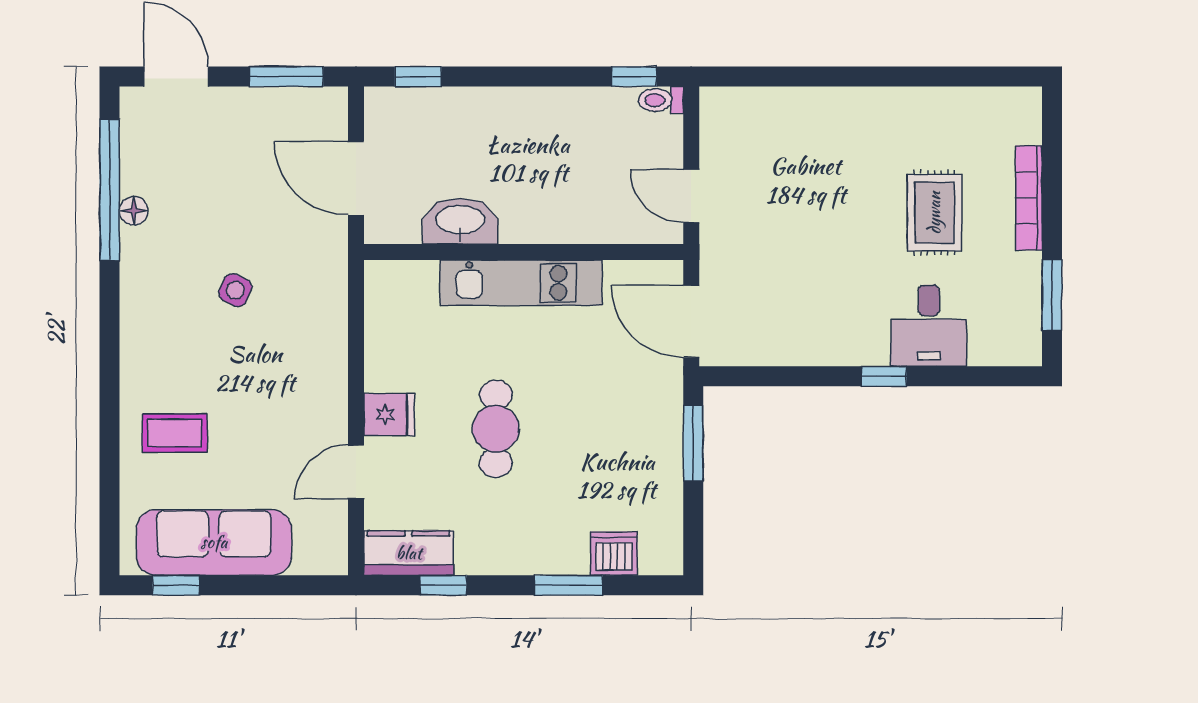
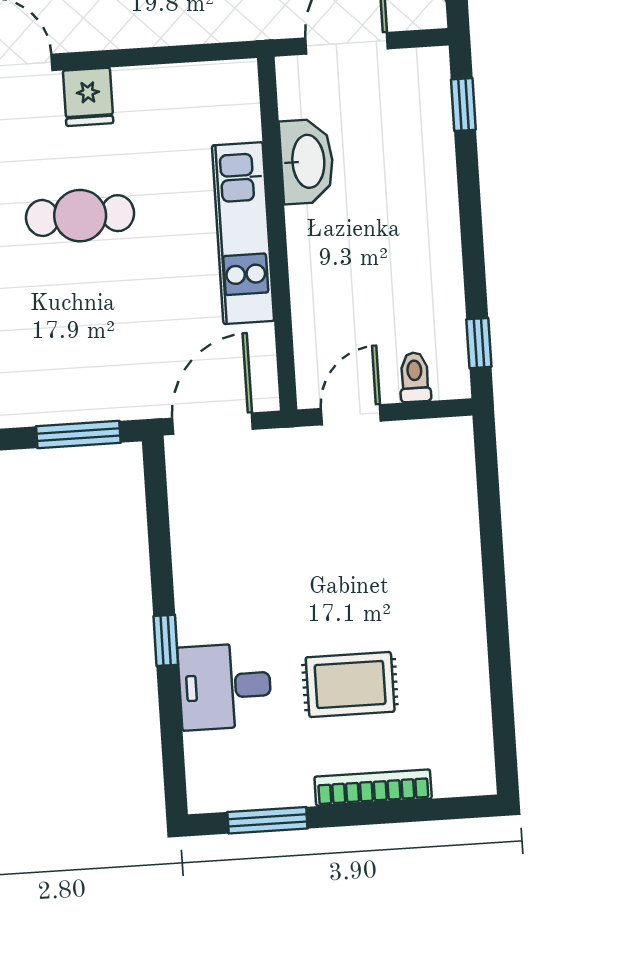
toilet: (661, 100) -> (415, 377), moved

